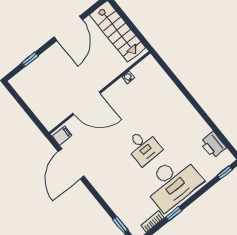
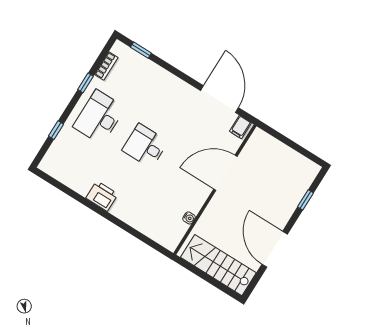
printer: (213, 145) -> (102, 196), moved
window: (225, 172) -> (56, 130), moved
desk: (172, 183) -> (99, 117), width x0.73, depth x0.77

